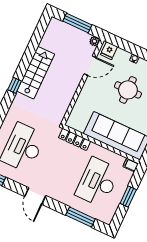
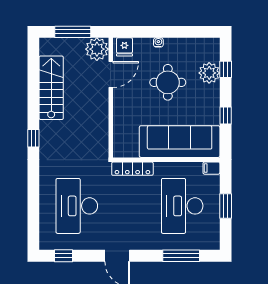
plant: (94, 41) -> (97, 49), width x1.88, depth x1.88
stairs: (36, 73) -> (51, 88), moved

